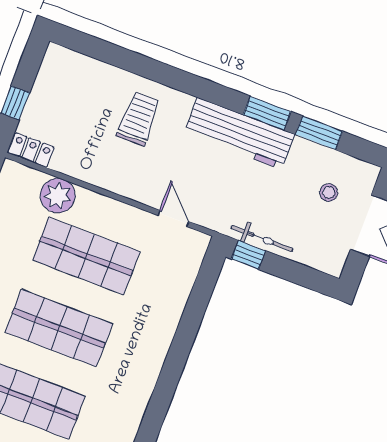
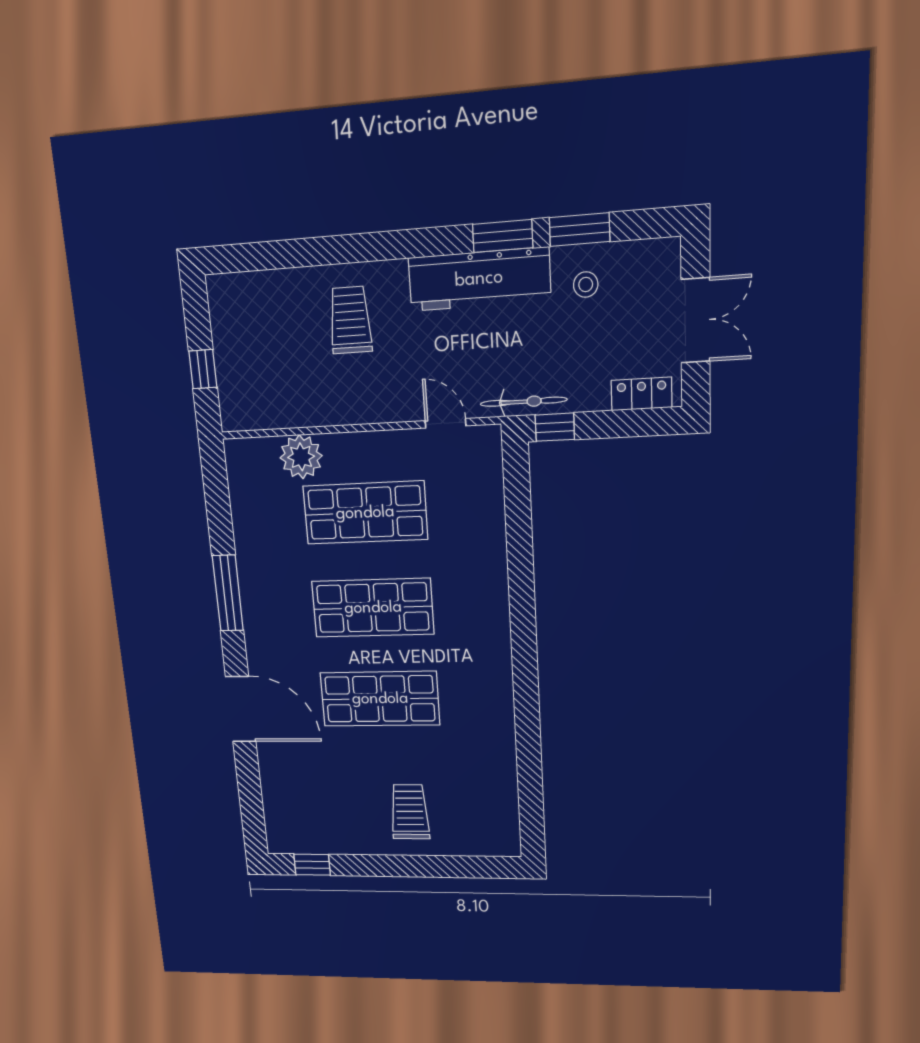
locker: (31, 150) -> (642, 394), moved
stool: (329, 193) -> (586, 284), moved
bicycle: (262, 238) -> (524, 402), moved

